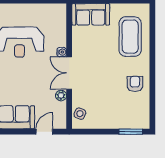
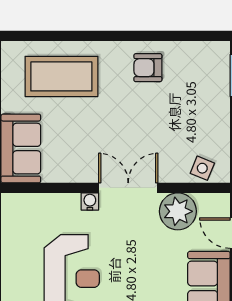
double door: (69, 73) -> (128, 188), swing flipped
plant: (61, 96) -> (178, 211), width x1.88, depth x1.88

